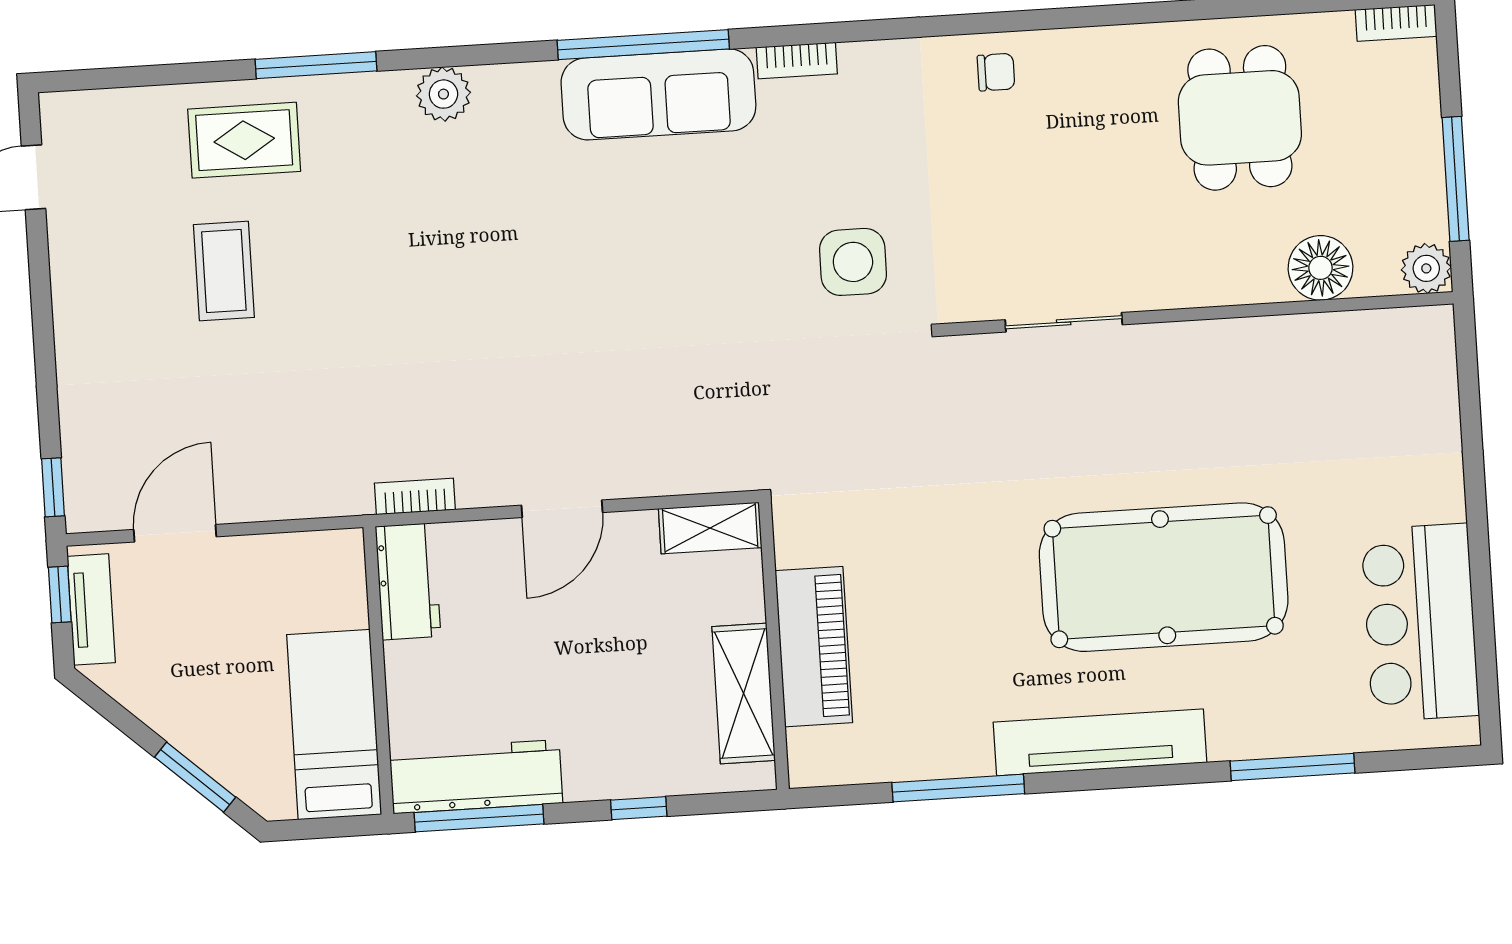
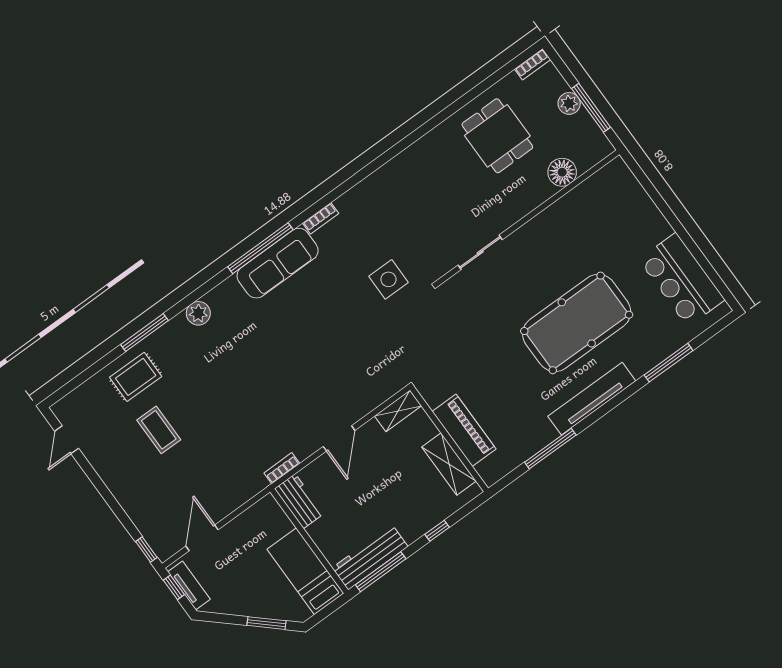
chair: (996, 72) -> (397, 176), removed
plant: (1426, 268) -> (569, 103), moved

